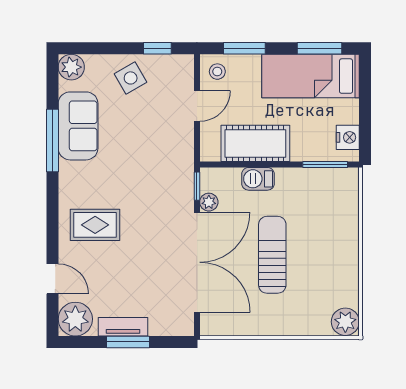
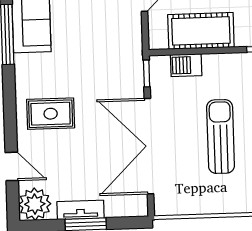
barbecue: (258, 179) -> (186, 65), moved
plant: (209, 202) -> (158, 88), removed
double door: (197, 262) -> (149, 146), swing flipped

